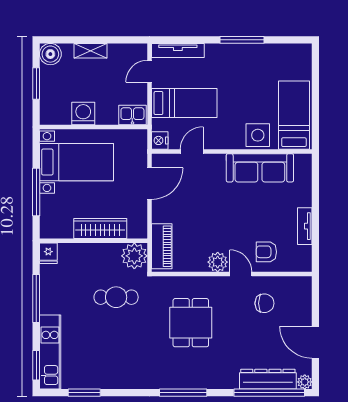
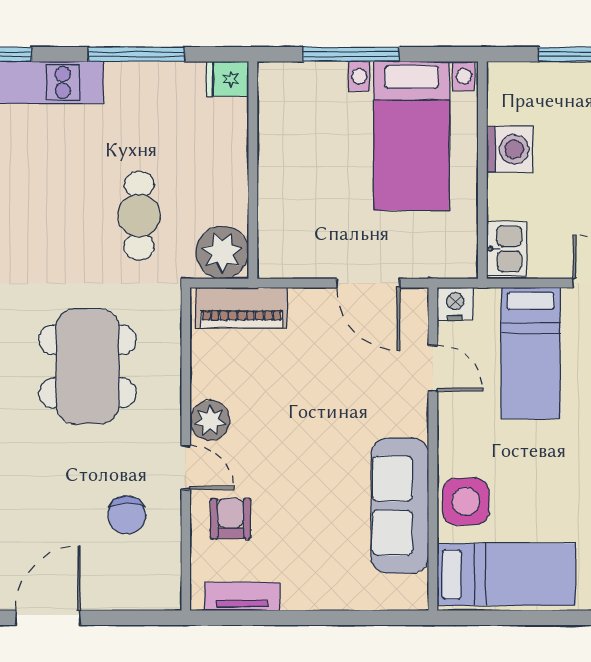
tv unit: (305, 226) -> (242, 596), moved
wardrobe: (100, 228) -> (278, 184), removed
door: (241, 274) -> (186, 467), hinge flipped
dining table: (191, 323) -> (88, 366), width x1.38

